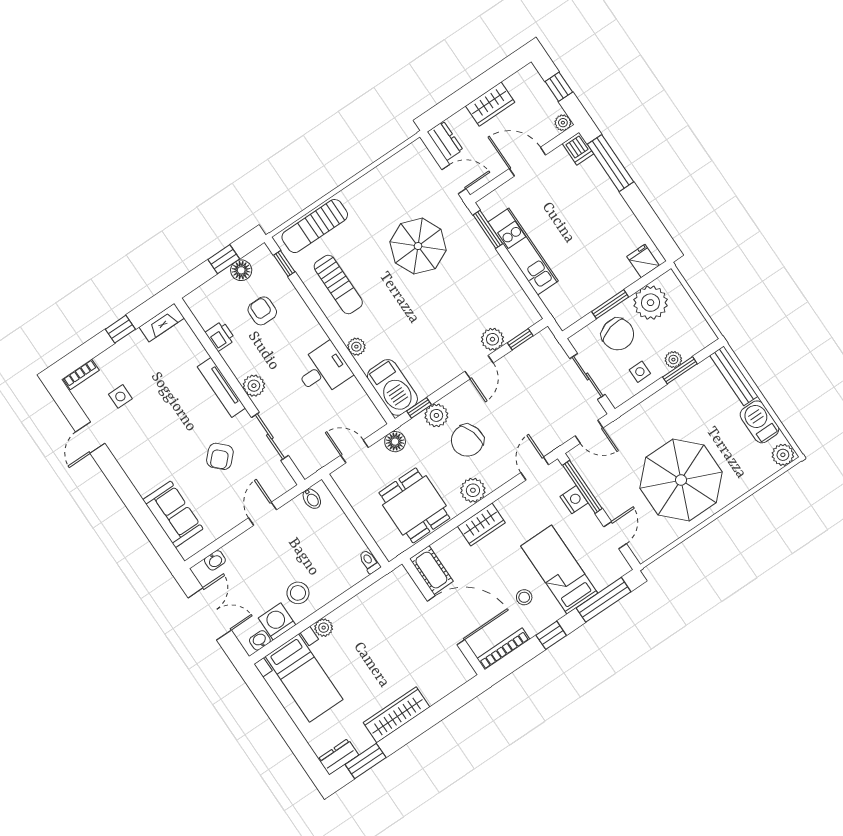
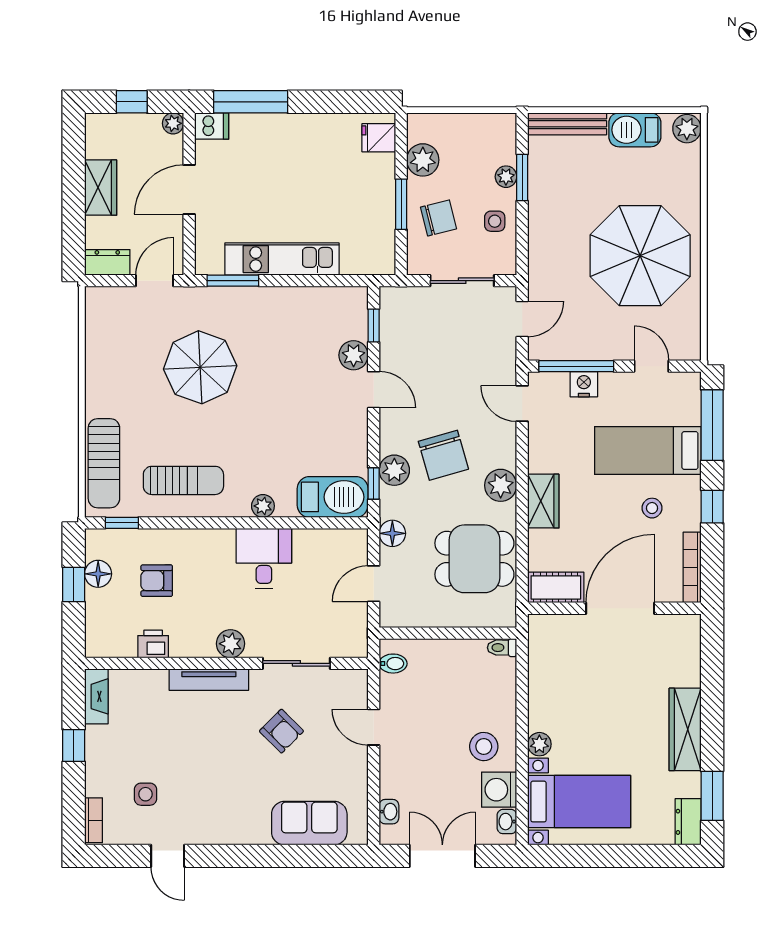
plant: (651, 303) -> (423, 160), width x0.73, depth x0.73
chair: (618, 334) -> (439, 218), width x0.73, depth x0.73

